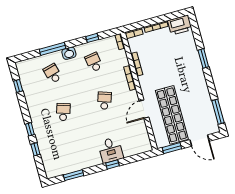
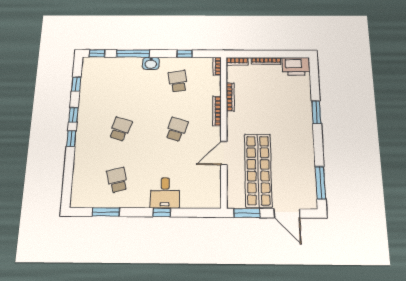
window: (25, 56) -> (97, 53), added
school desk: (53, 74) -> (117, 180), moved
window: (35, 149) -> (73, 115), moved

